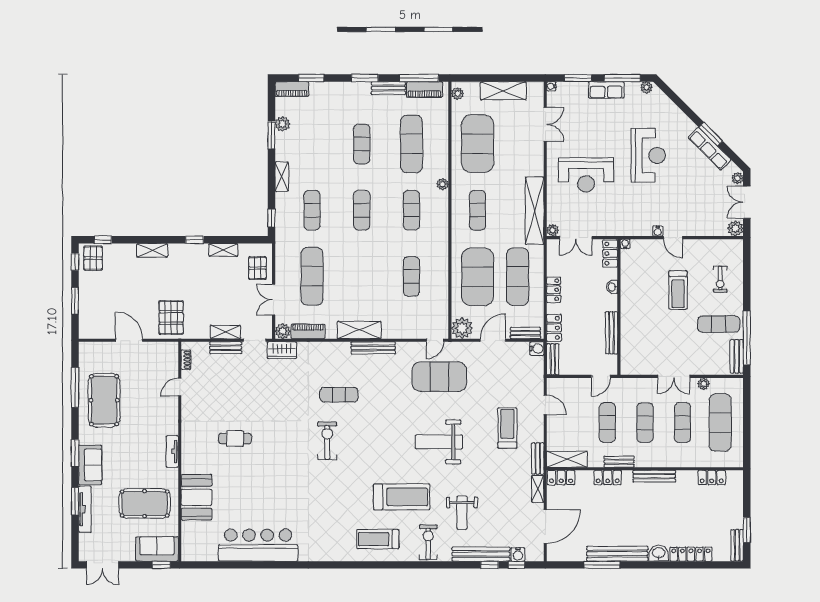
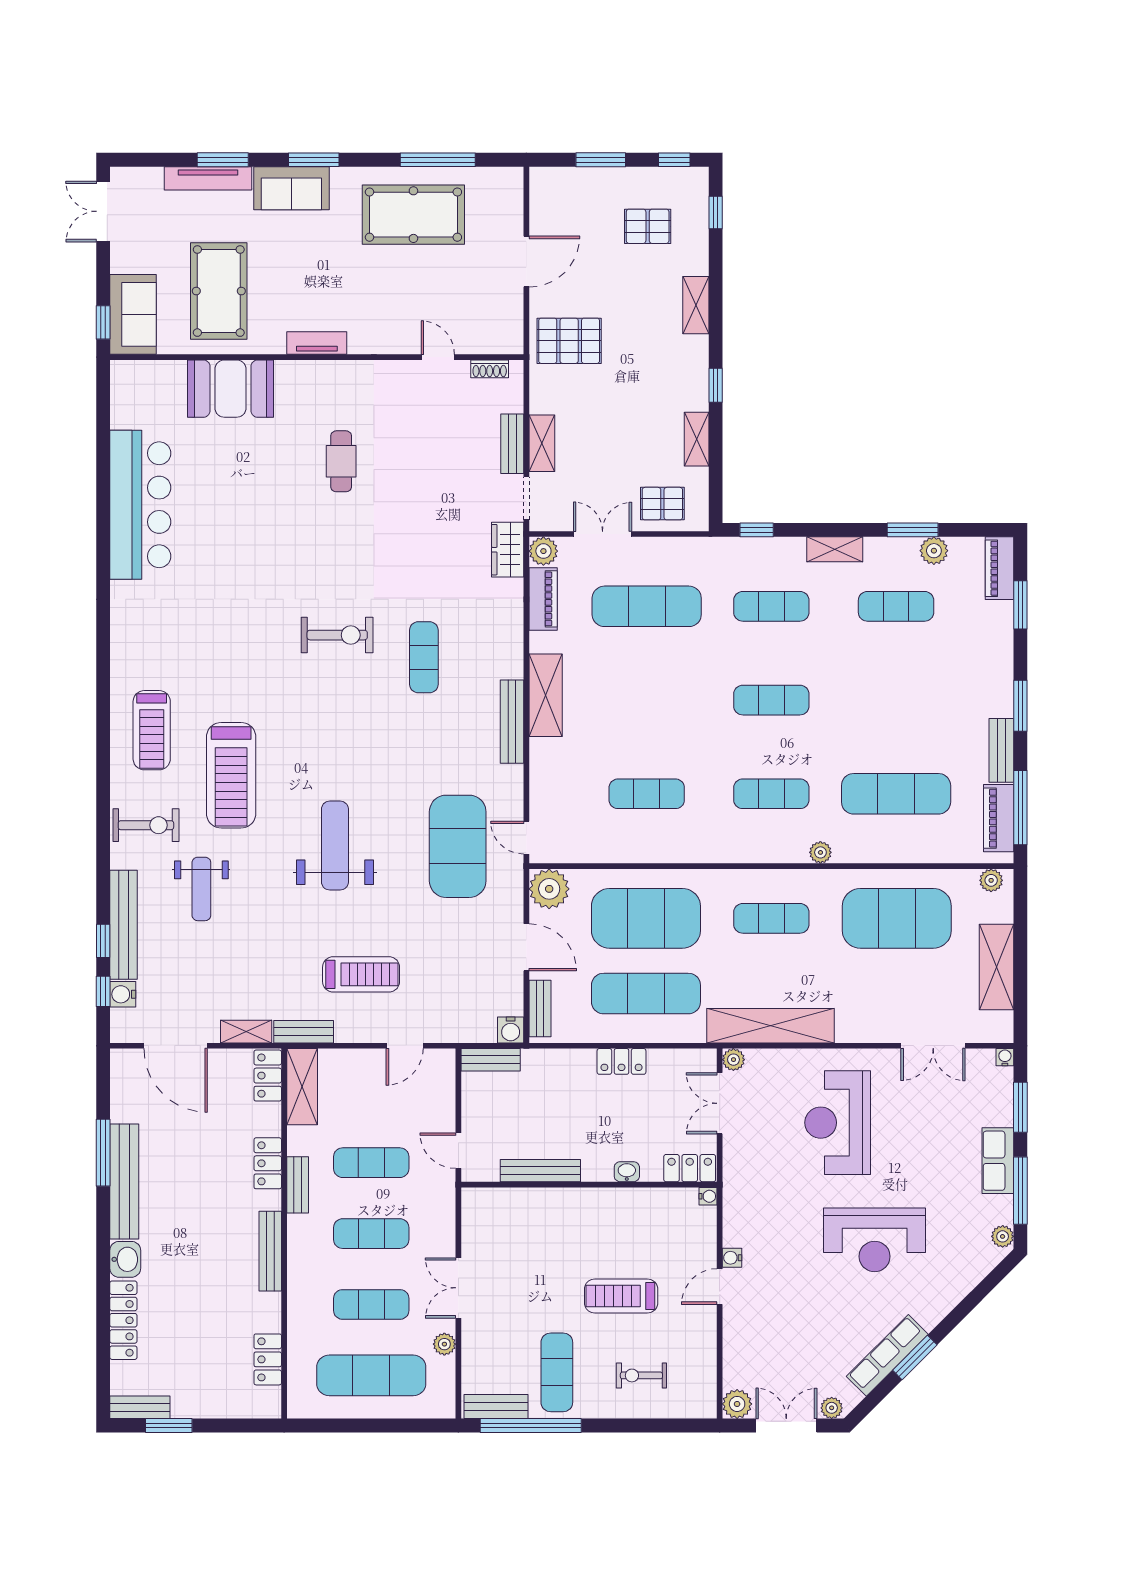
exercise mat: (362, 144) -> (896, 606), moved
pallet: (93, 258) -> (648, 226), moved
locker: (554, 328) -> (550, 1062), removed
weight bench: (462, 513) -> (201, 889), turned -90
treadmill: (378, 539) -> (152, 730), turned 180

